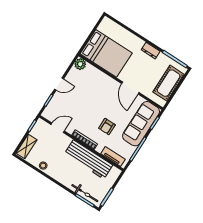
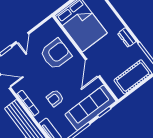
plant: (80, 64) -> (51, 26), removed
door: (59, 84) -> (22, 38), hinge flipped
armchair: (94, 88) -> (56, 54), added

